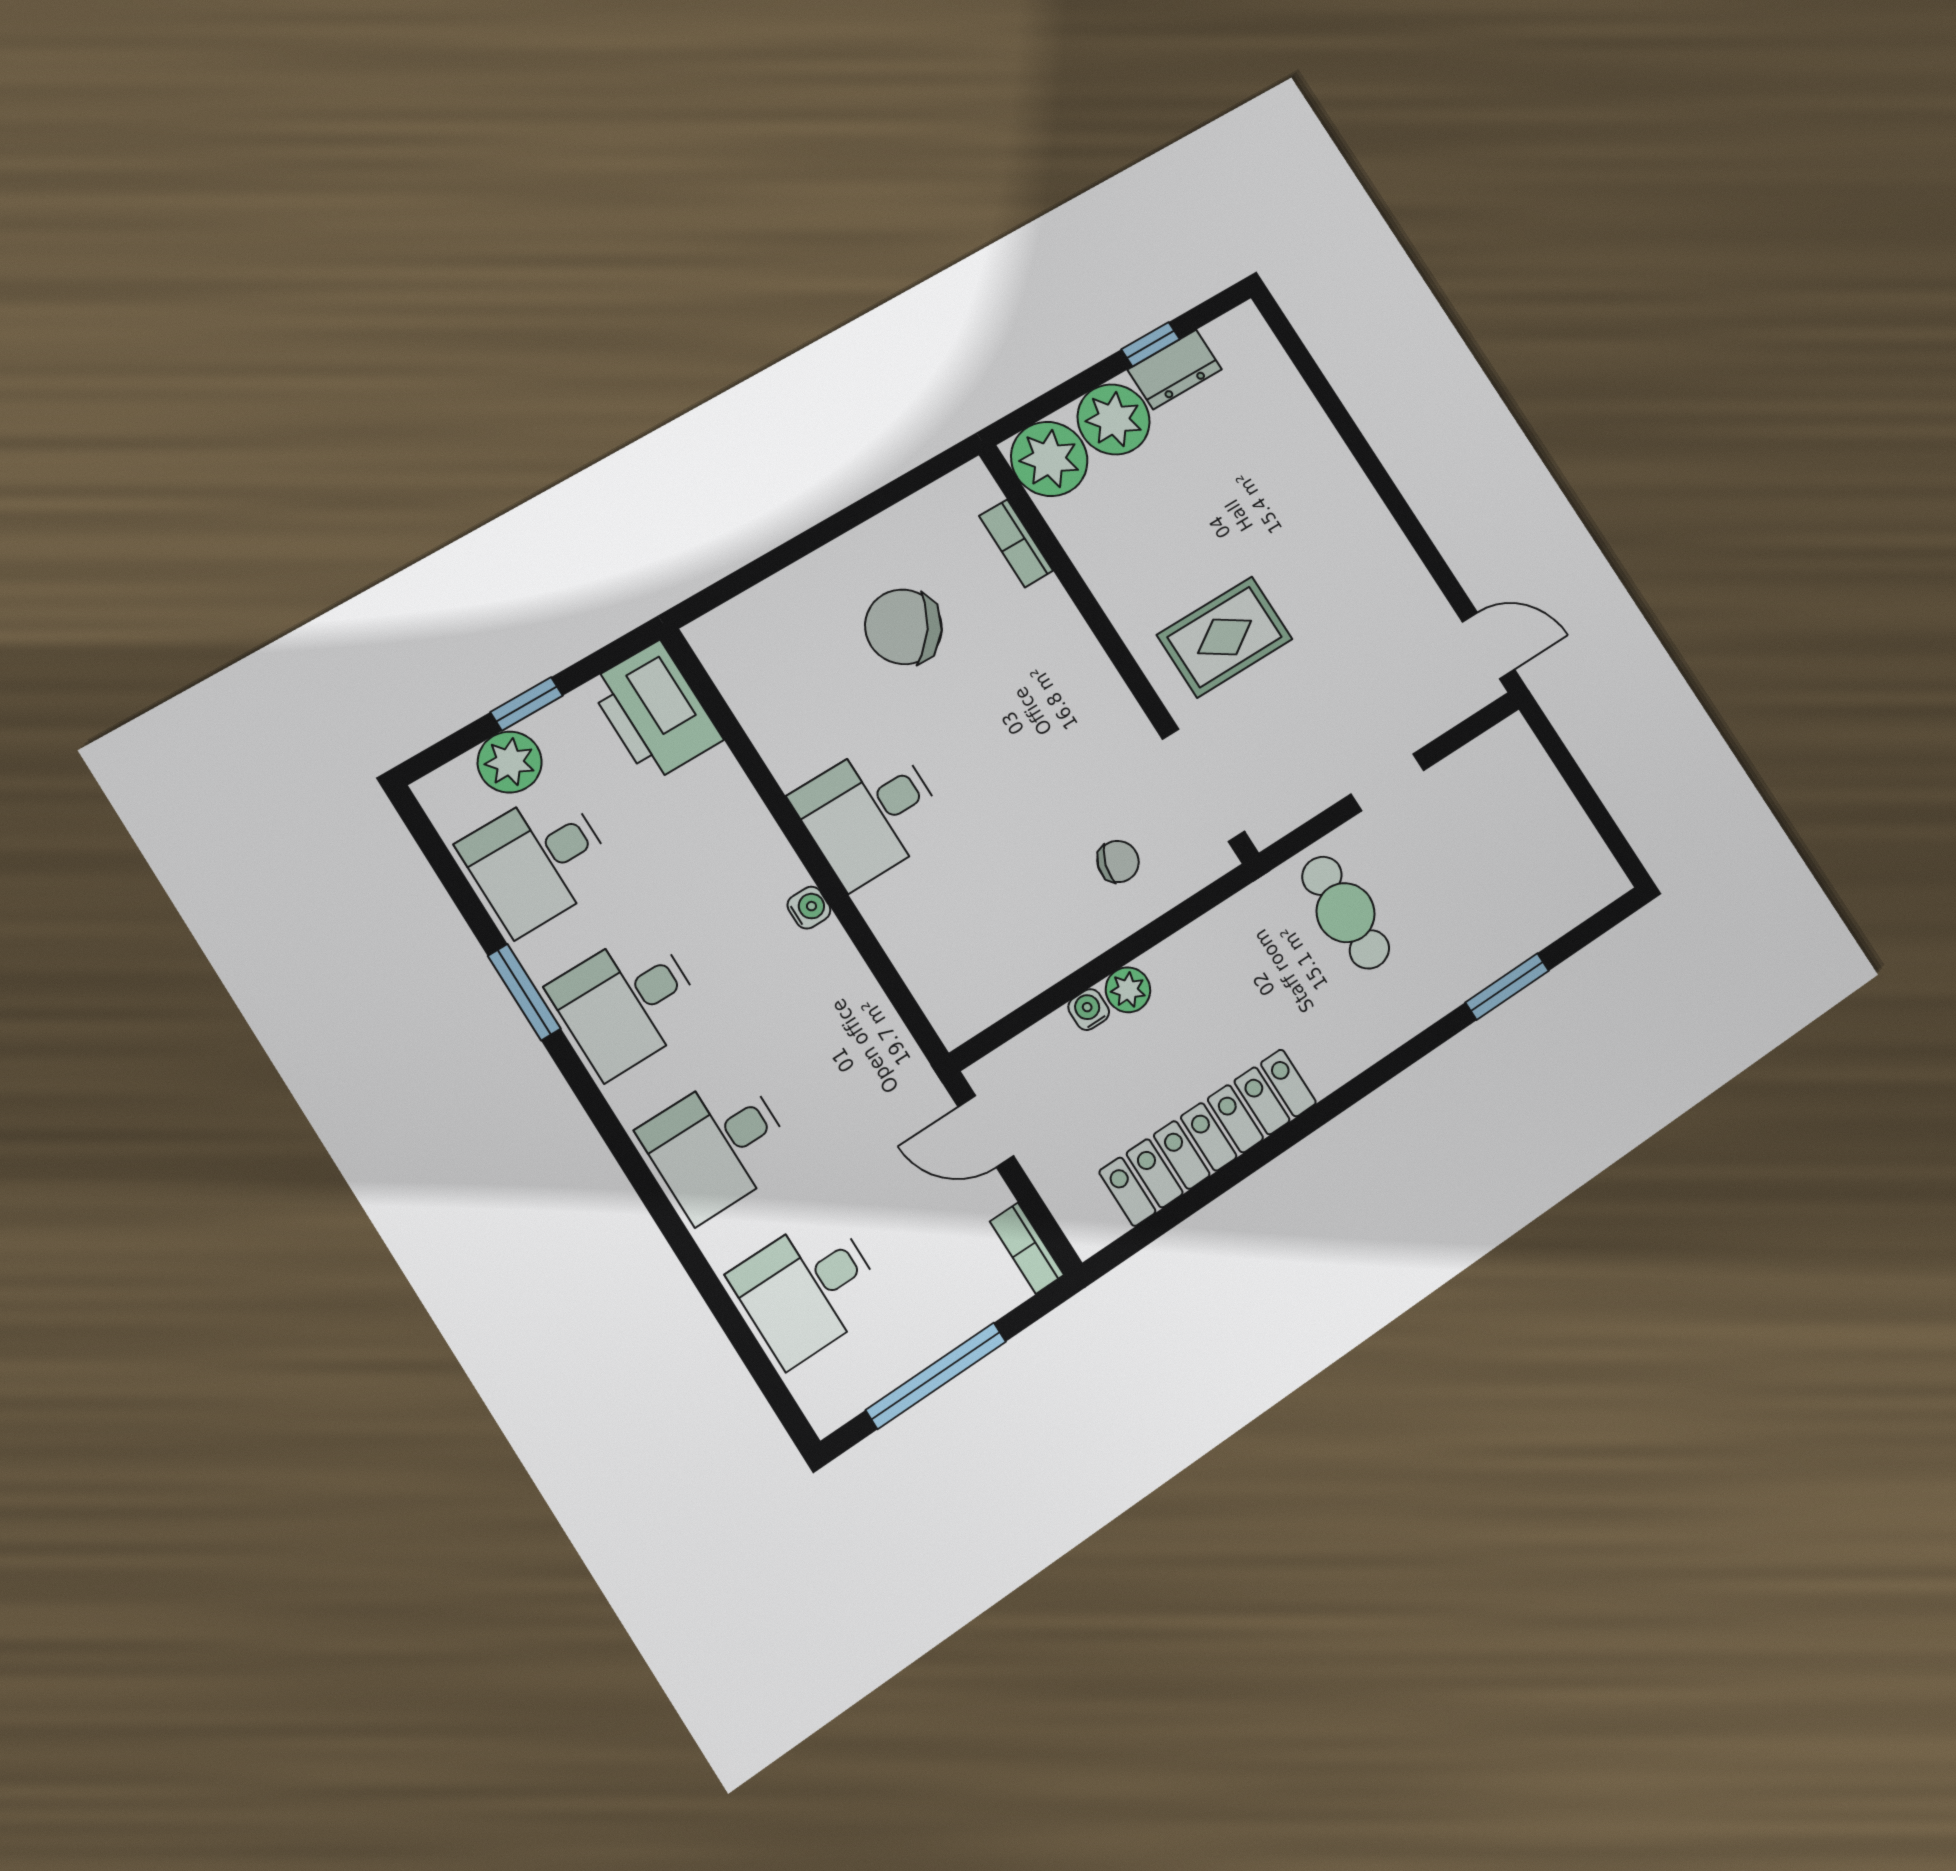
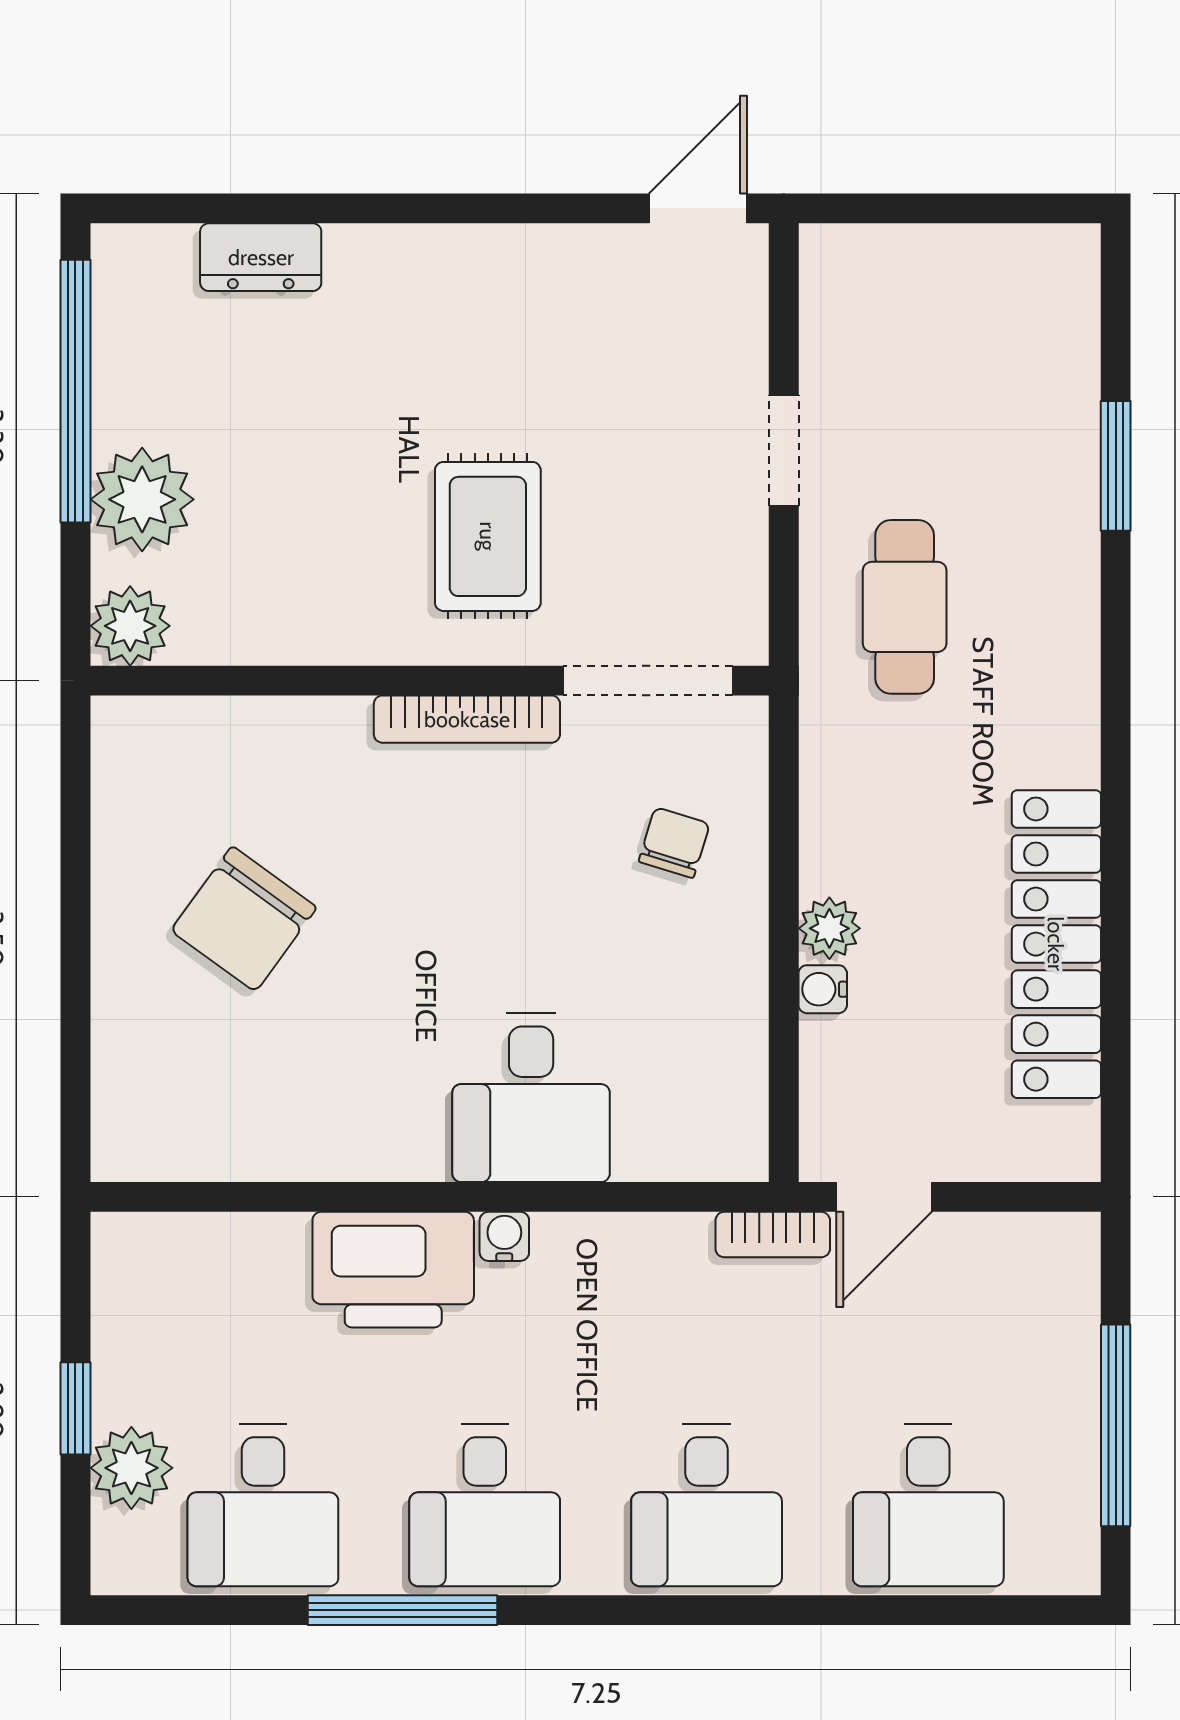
window: (1151, 344) -> (75, 391), width x3.17
dresser: (1175, 369) -> (261, 257), moved, turned 90
plant: (1049, 459) -> (130, 626), width x0.73, depth x0.73
bookcase: (1016, 543) -> (467, 719), moved, width x1.56
printer: (655, 711) -> (393, 1270), moved
desk: (870, 813) -> (531, 1097), moved
cafe table: (1346, 913) -> (905, 607), turned 90
window: (524, 992) -> (403, 1610), width x1.44
bookcase: (1027, 1248) -> (773, 1235), moved

